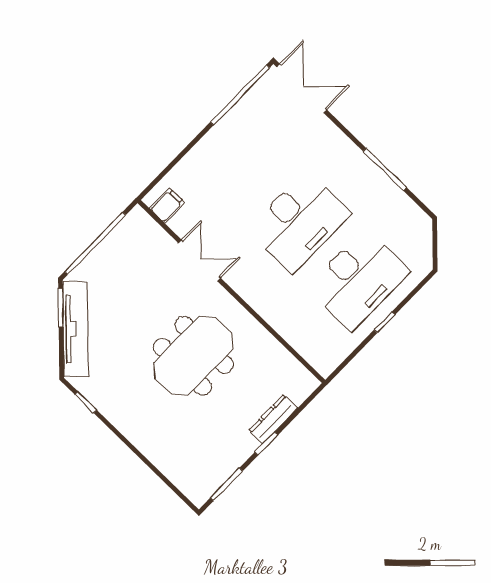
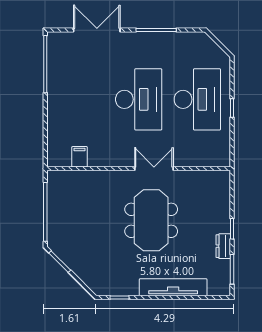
double door: (302, 88) -> (97, 30), moved
filing cabinet: (167, 206) -> (80, 157), moved
double door: (199, 260) -> (154, 169), moved
tv unit: (75, 329) -> (173, 287), moved, turned -45
dresser: (273, 419) -> (223, 246), moved, width x0.70

